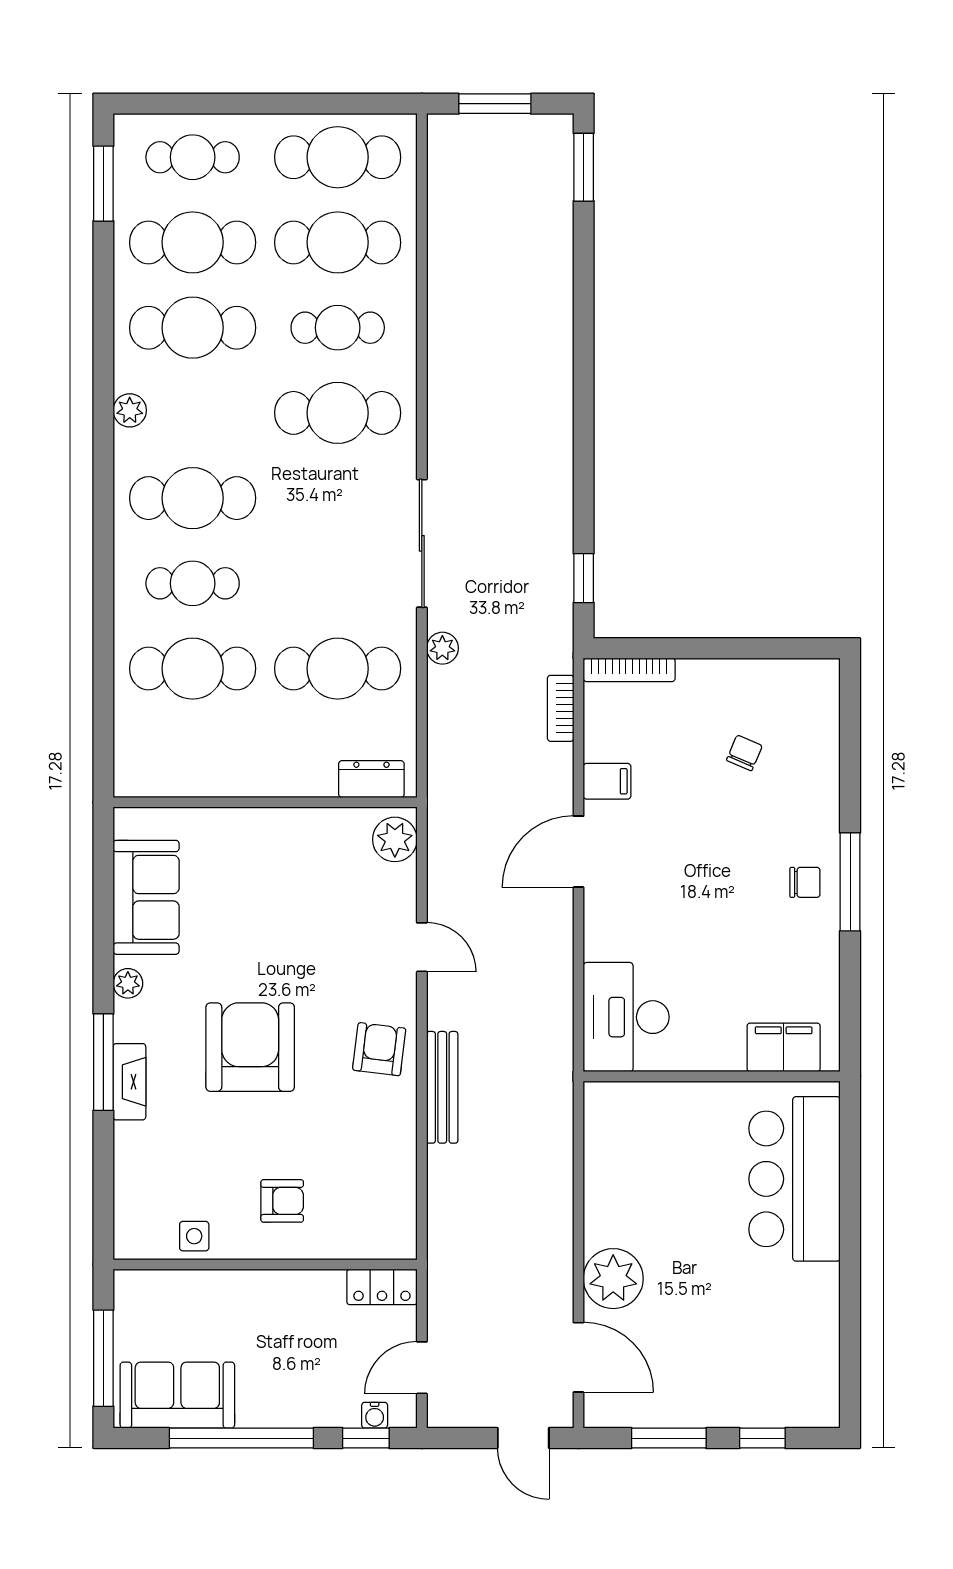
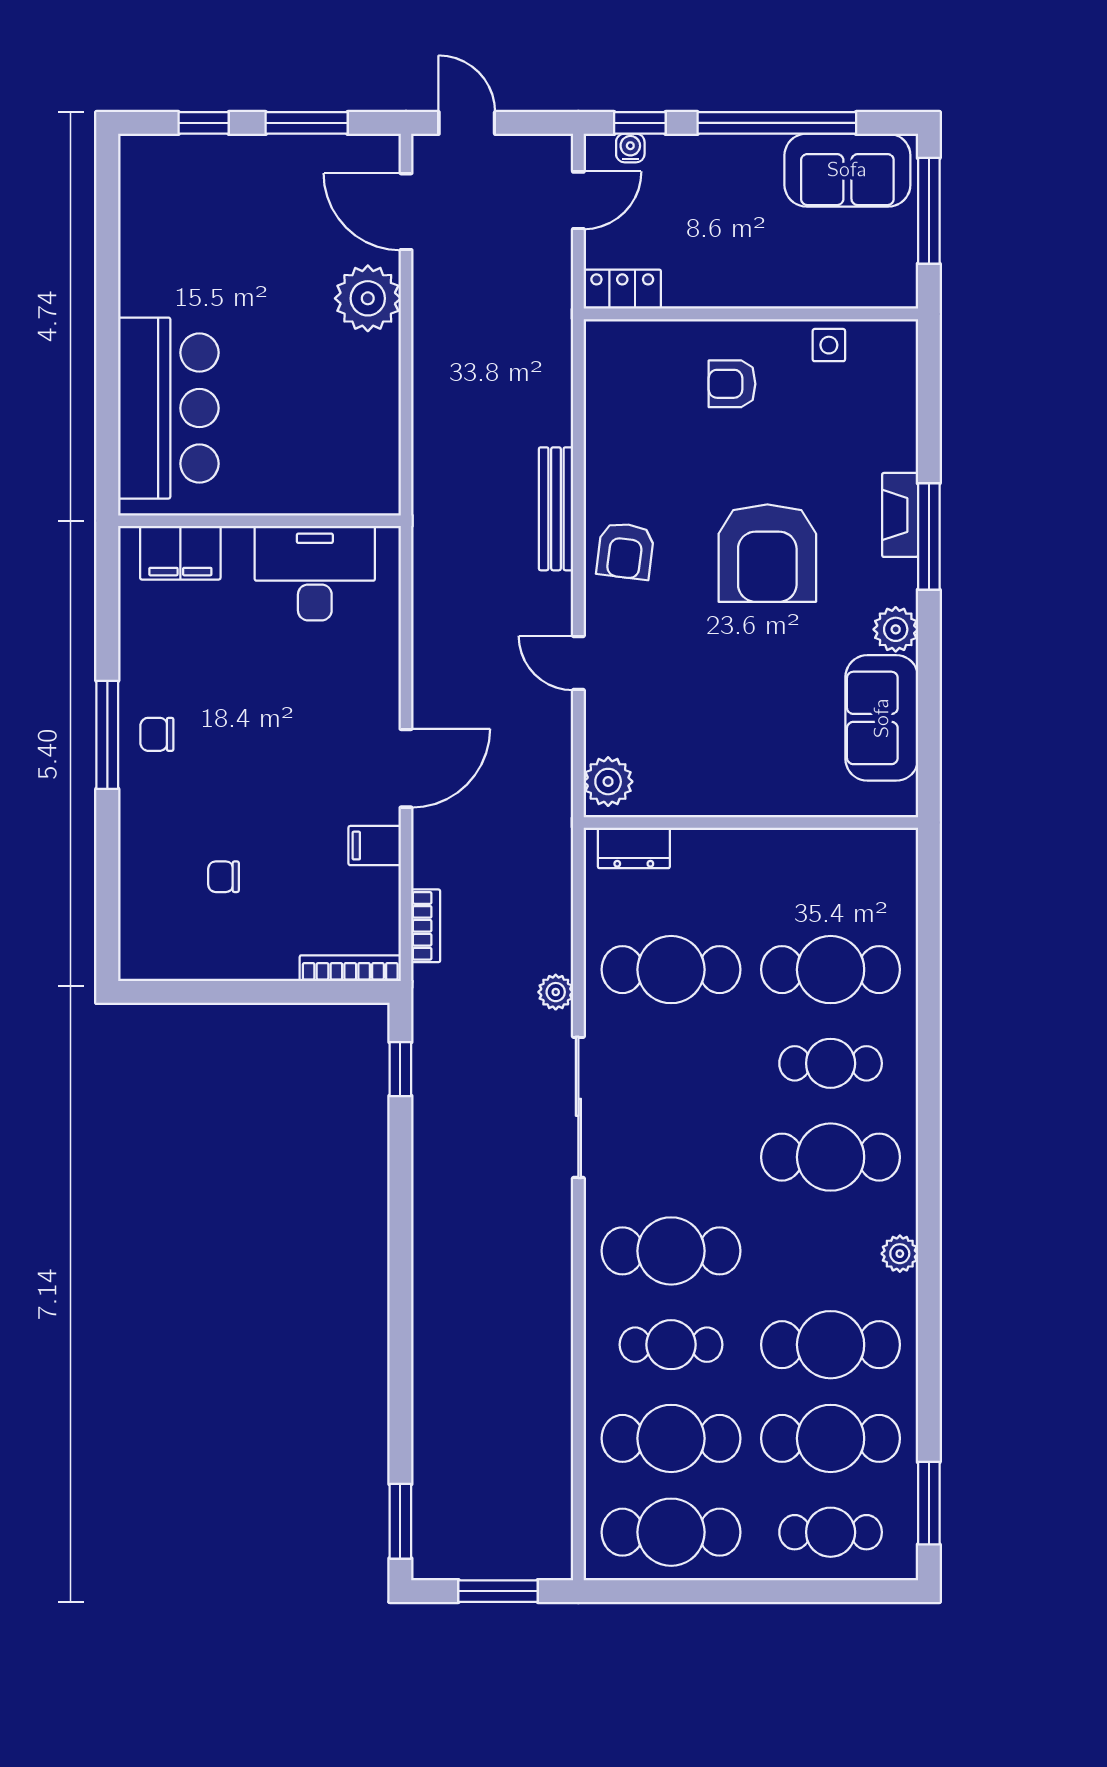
chair: (744, 753) -> (224, 877), turned 67
plant: (128, 983) -> (896, 629), width x1.38, depth x1.38
desk: (626, 1017) -> (315, 573), moved, turned -90

